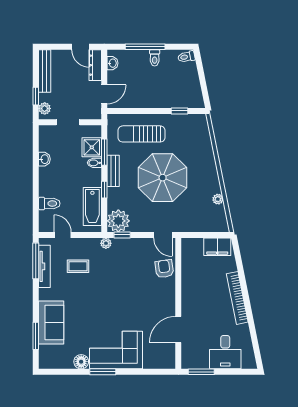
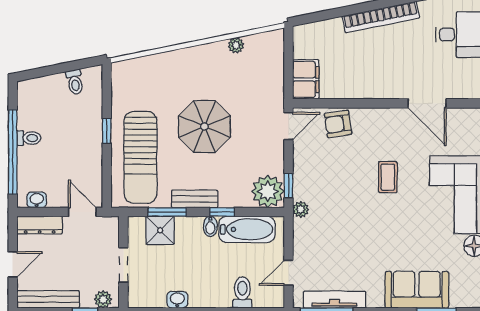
door: (80, 47) -> (13, 264), moved
window: (145, 47) -> (13, 152), width x1.46
toilet: (186, 57) -> (75, 82), moved
window: (179, 111) -> (107, 131), moved
sun lounger: (141, 134) -> (140, 157), width x1.36, depth x1.34
bidet: (94, 163) -> (210, 226), moved
parasol: (163, 178) -> (204, 126), width x0.73, depth x0.73
filing cabinet: (217, 247) -> (306, 79), moved
coffee table: (78, 266) -> (388, 177), moved

